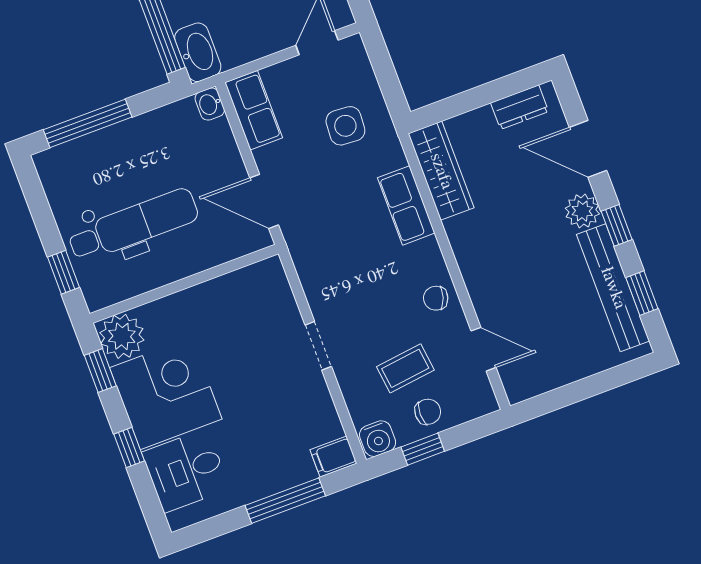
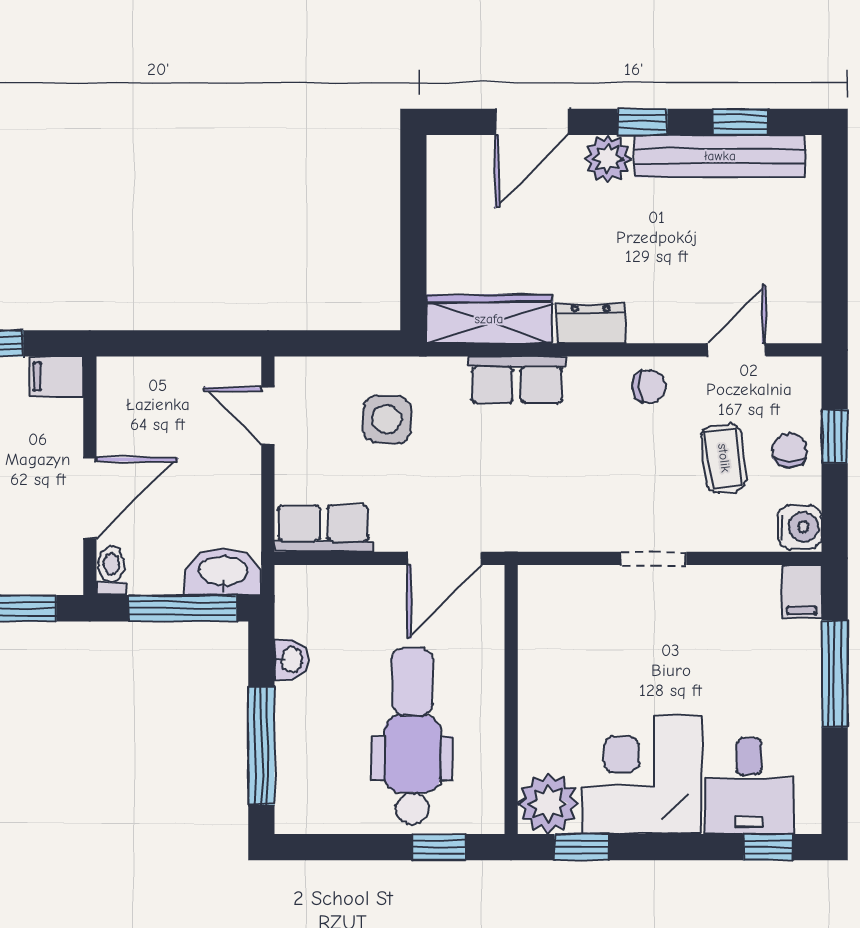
washbasin: (210, 104) -> (291, 660), moved, turned -90
dresser: (520, 107) -> (591, 324), moved, turned -90
chair: (436, 298) -> (649, 386), turned -109
window: (129, 447) -> (768, 847), moved
window: (423, 449) -> (835, 436), moved

